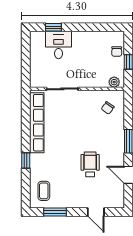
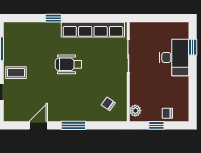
desk: (59, 45) -> (174, 57), width x1.37
wheelchair: (90, 164) -> (69, 64), moved, turned 180
coffee table: (44, 191) -> (16, 73), moved

